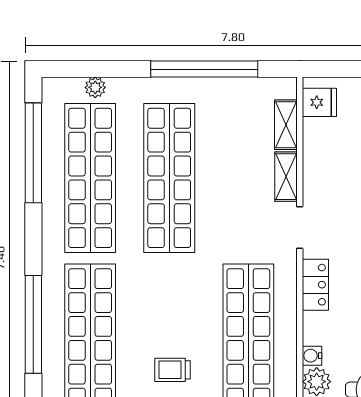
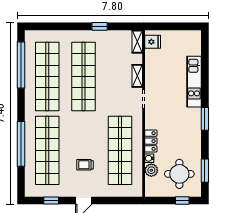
window: (204, 69) -> (100, 26), width x0.32
plant: (95, 87) -> (50, 35), removed
shelving: (286, 125) -> (137, 42), moved
locker: (315, 285) -> (151, 141), moved

